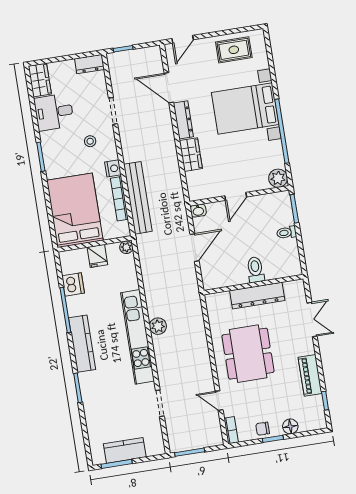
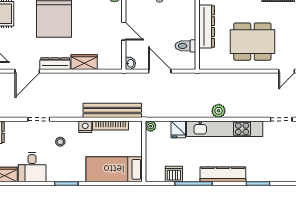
bed: (75, 210) -> (114, 169), width x0.67
fridge: (97, 256) -> (178, 129), moved, turned 90
toilet: (255, 270) -> (185, 46), moved

